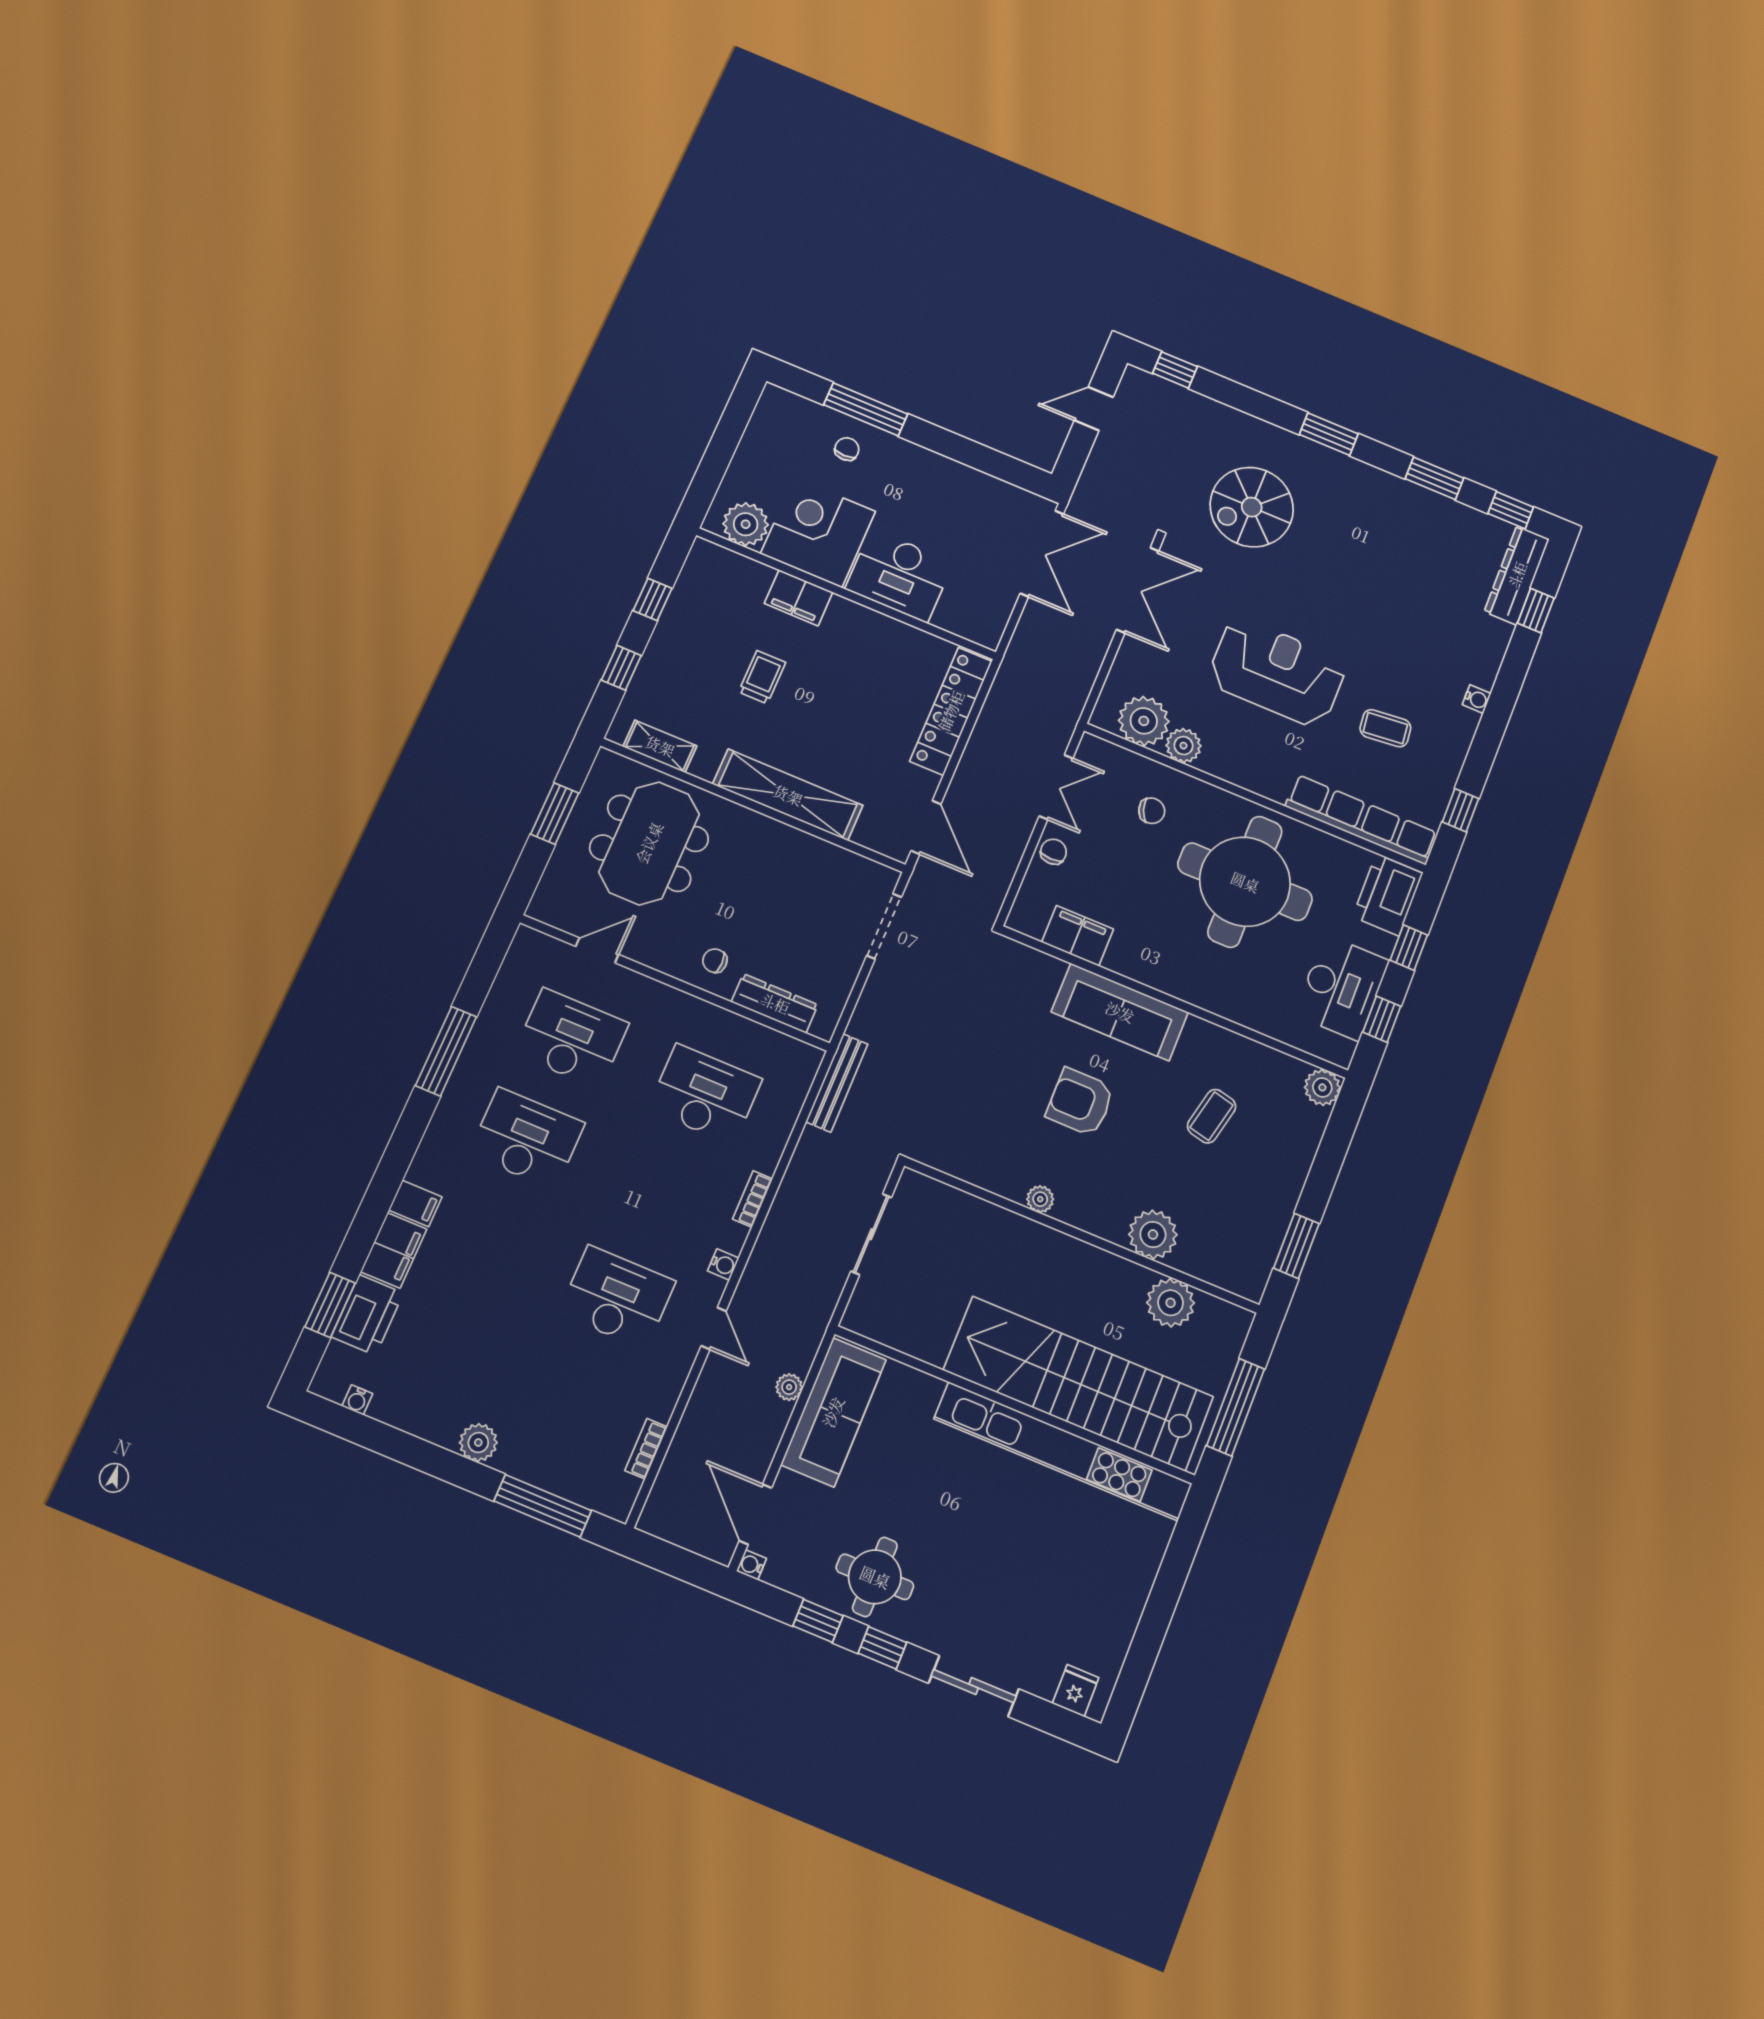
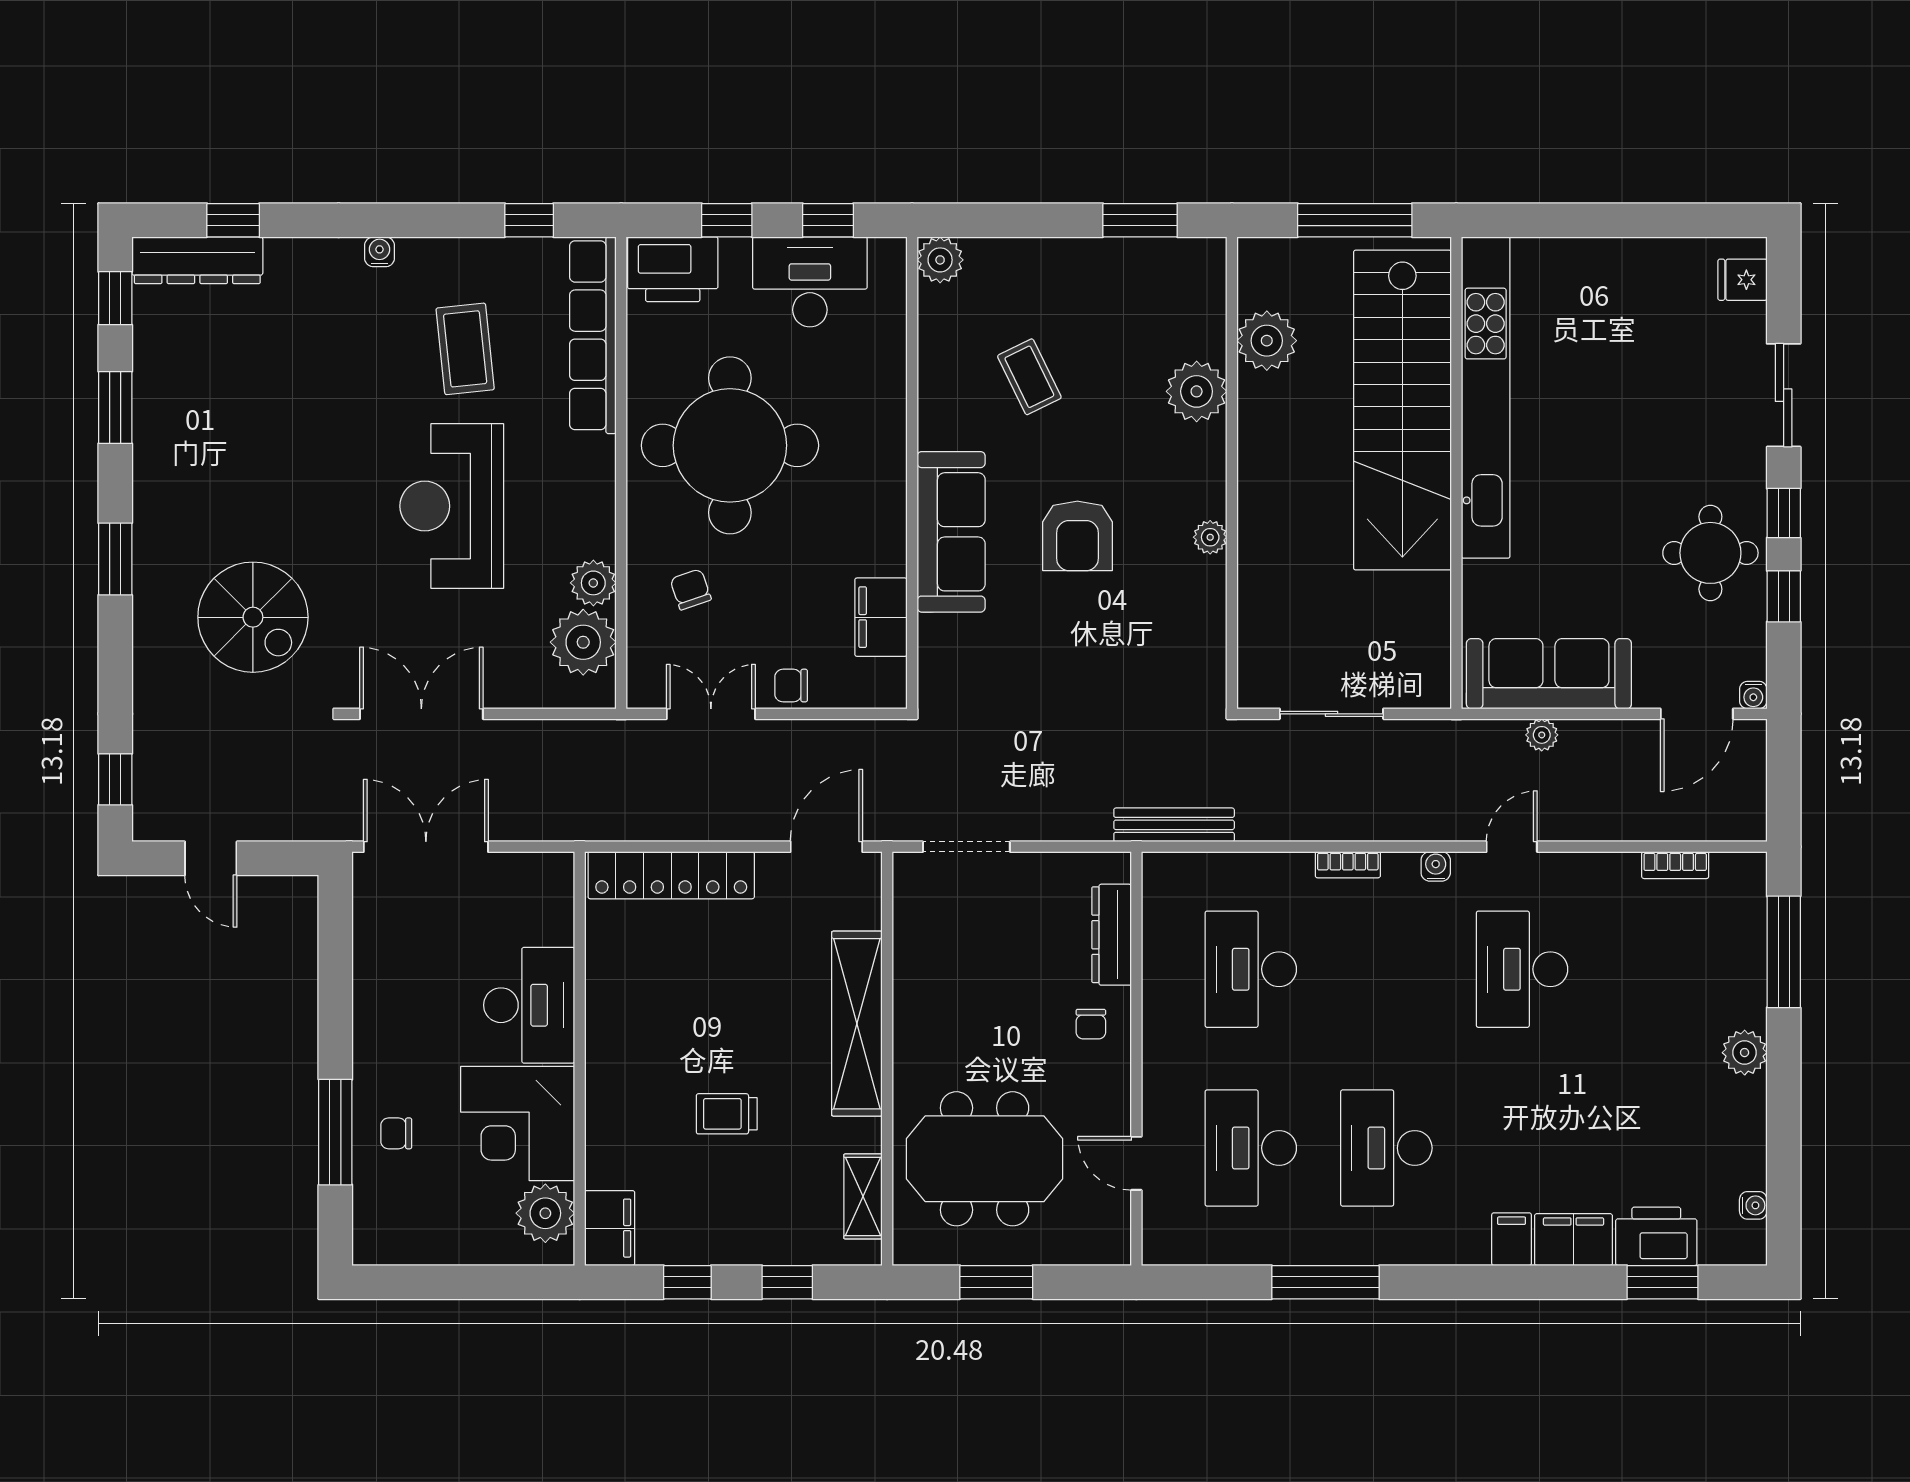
filing cabinet: (799, 598) -> (610, 1228), moved
coffee table: (1385, 728) -> (465, 349), width x1.36, depth x1.30
coffee table: (1212, 1116) -> (1029, 377), turned 51

